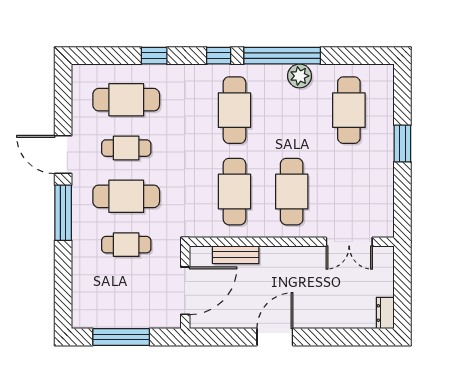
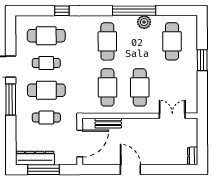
window: (219, 56) -> (98, 11), removed
double door: (349, 242) -> (172, 116), swing flipped
dresser: (106, 316) -> (35, 158), added
door: (275, 337) -> (130, 169), hinge flipped

